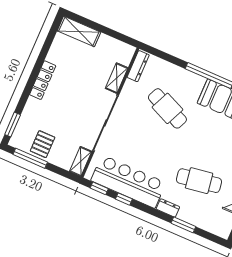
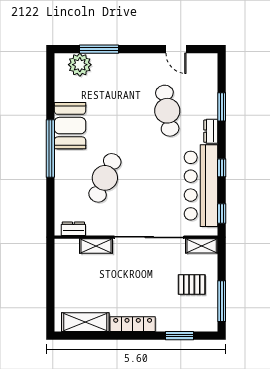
shelving: (79, 31) -> (85, 322), moved, turned 90
dresser: (138, 66) -> (73, 229), width x0.70
window: (13, 125) -> (180, 336), moved
pallet: (43, 144) -> (192, 284), moved
window: (124, 199) -> (222, 168), moved

